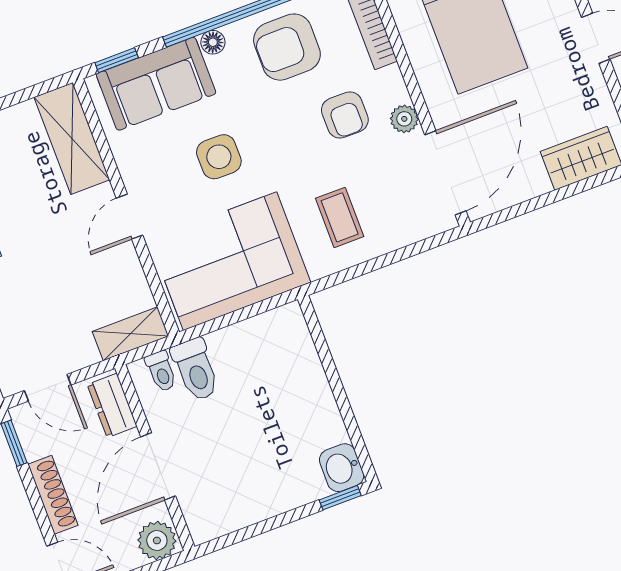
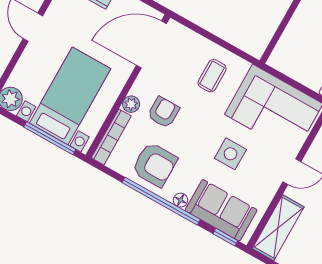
plant: (404, 119) -> (131, 104), moved

